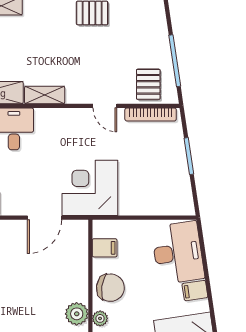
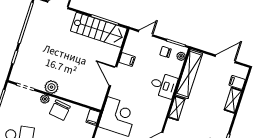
door: (45, 218) -> (113, 76), moved
filing cabinet: (105, 248) -> (93, 117), moved

